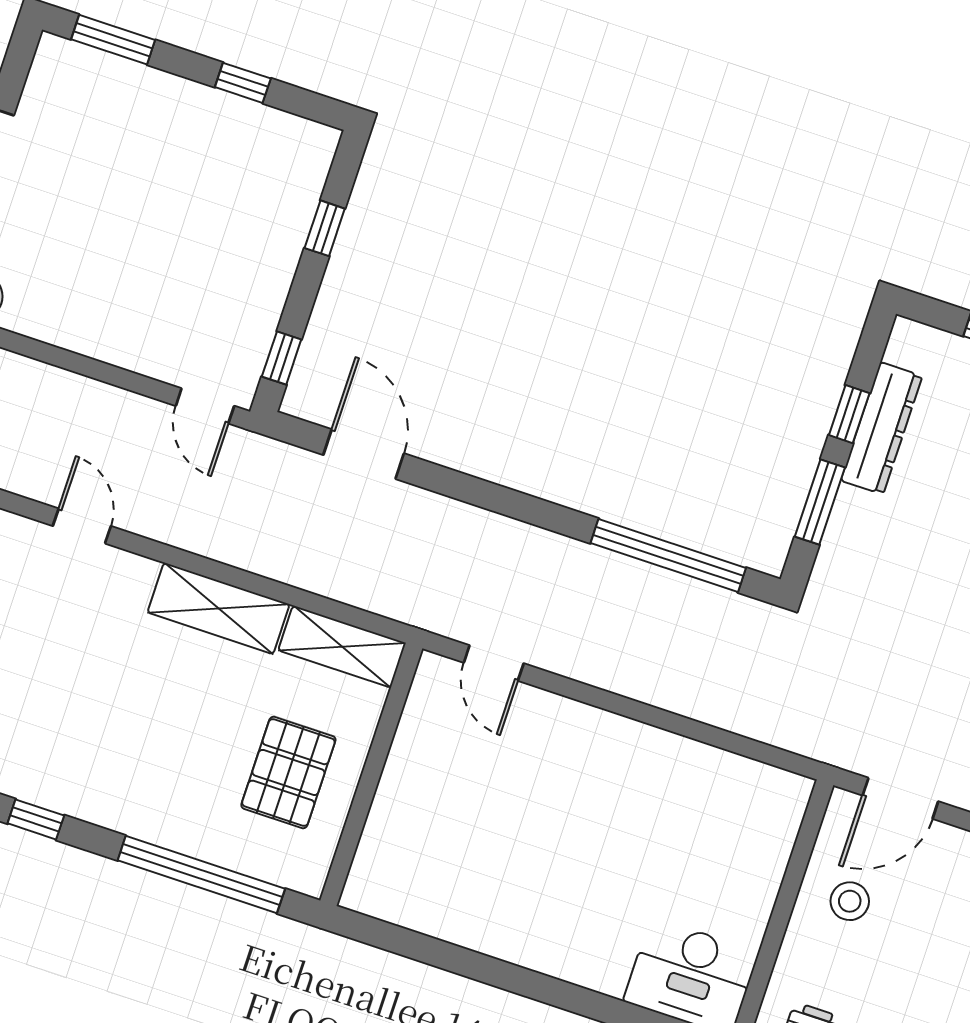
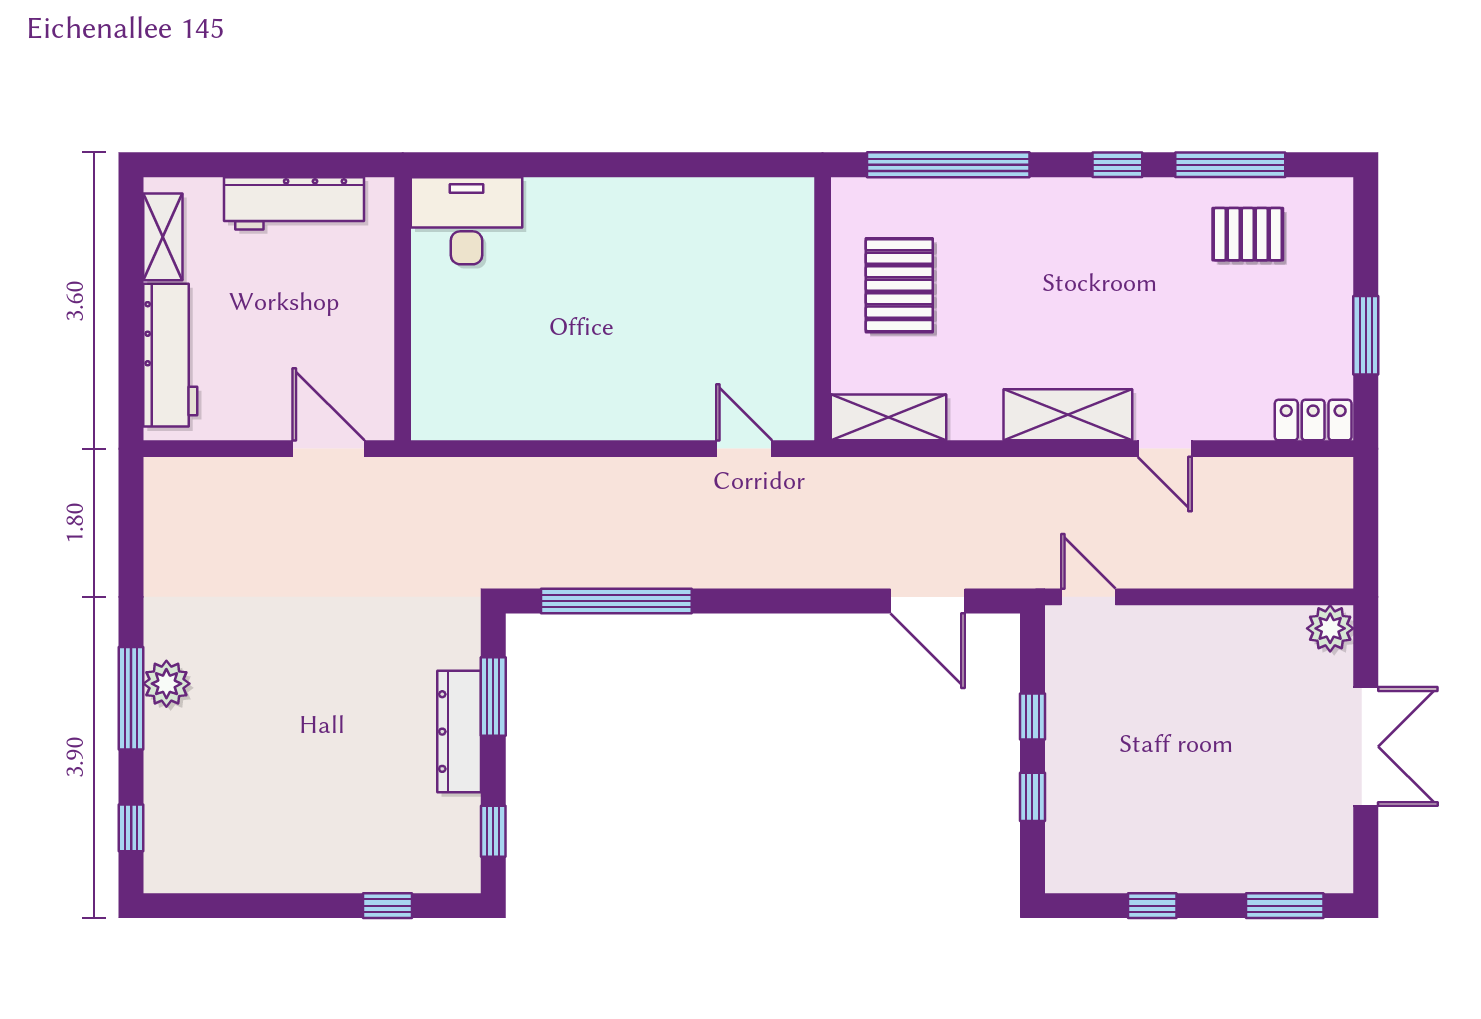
window: (282, 358) -> (1032, 716), moved
window: (849, 414) -> (493, 831), moved
dresser: (881, 428) -> (459, 732), moved
shelving: (219, 608) -> (1068, 415), moved
door: (900, 798) -> (329, 449), hinge flipped
stool: (850, 901) -> (344, 339), removed

